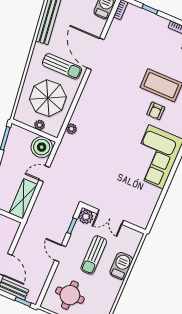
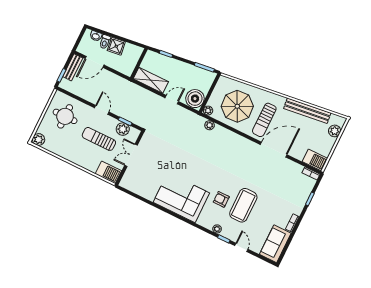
plant: (40, 125) -> (208, 111), moved
door: (44, 174) -> (172, 100), hinge flipped
plant: (86, 217) -> (123, 129), moved
door: (60, 253) -> (102, 110), hinge flipped
barbecue: (121, 266) -> (108, 172), moved

